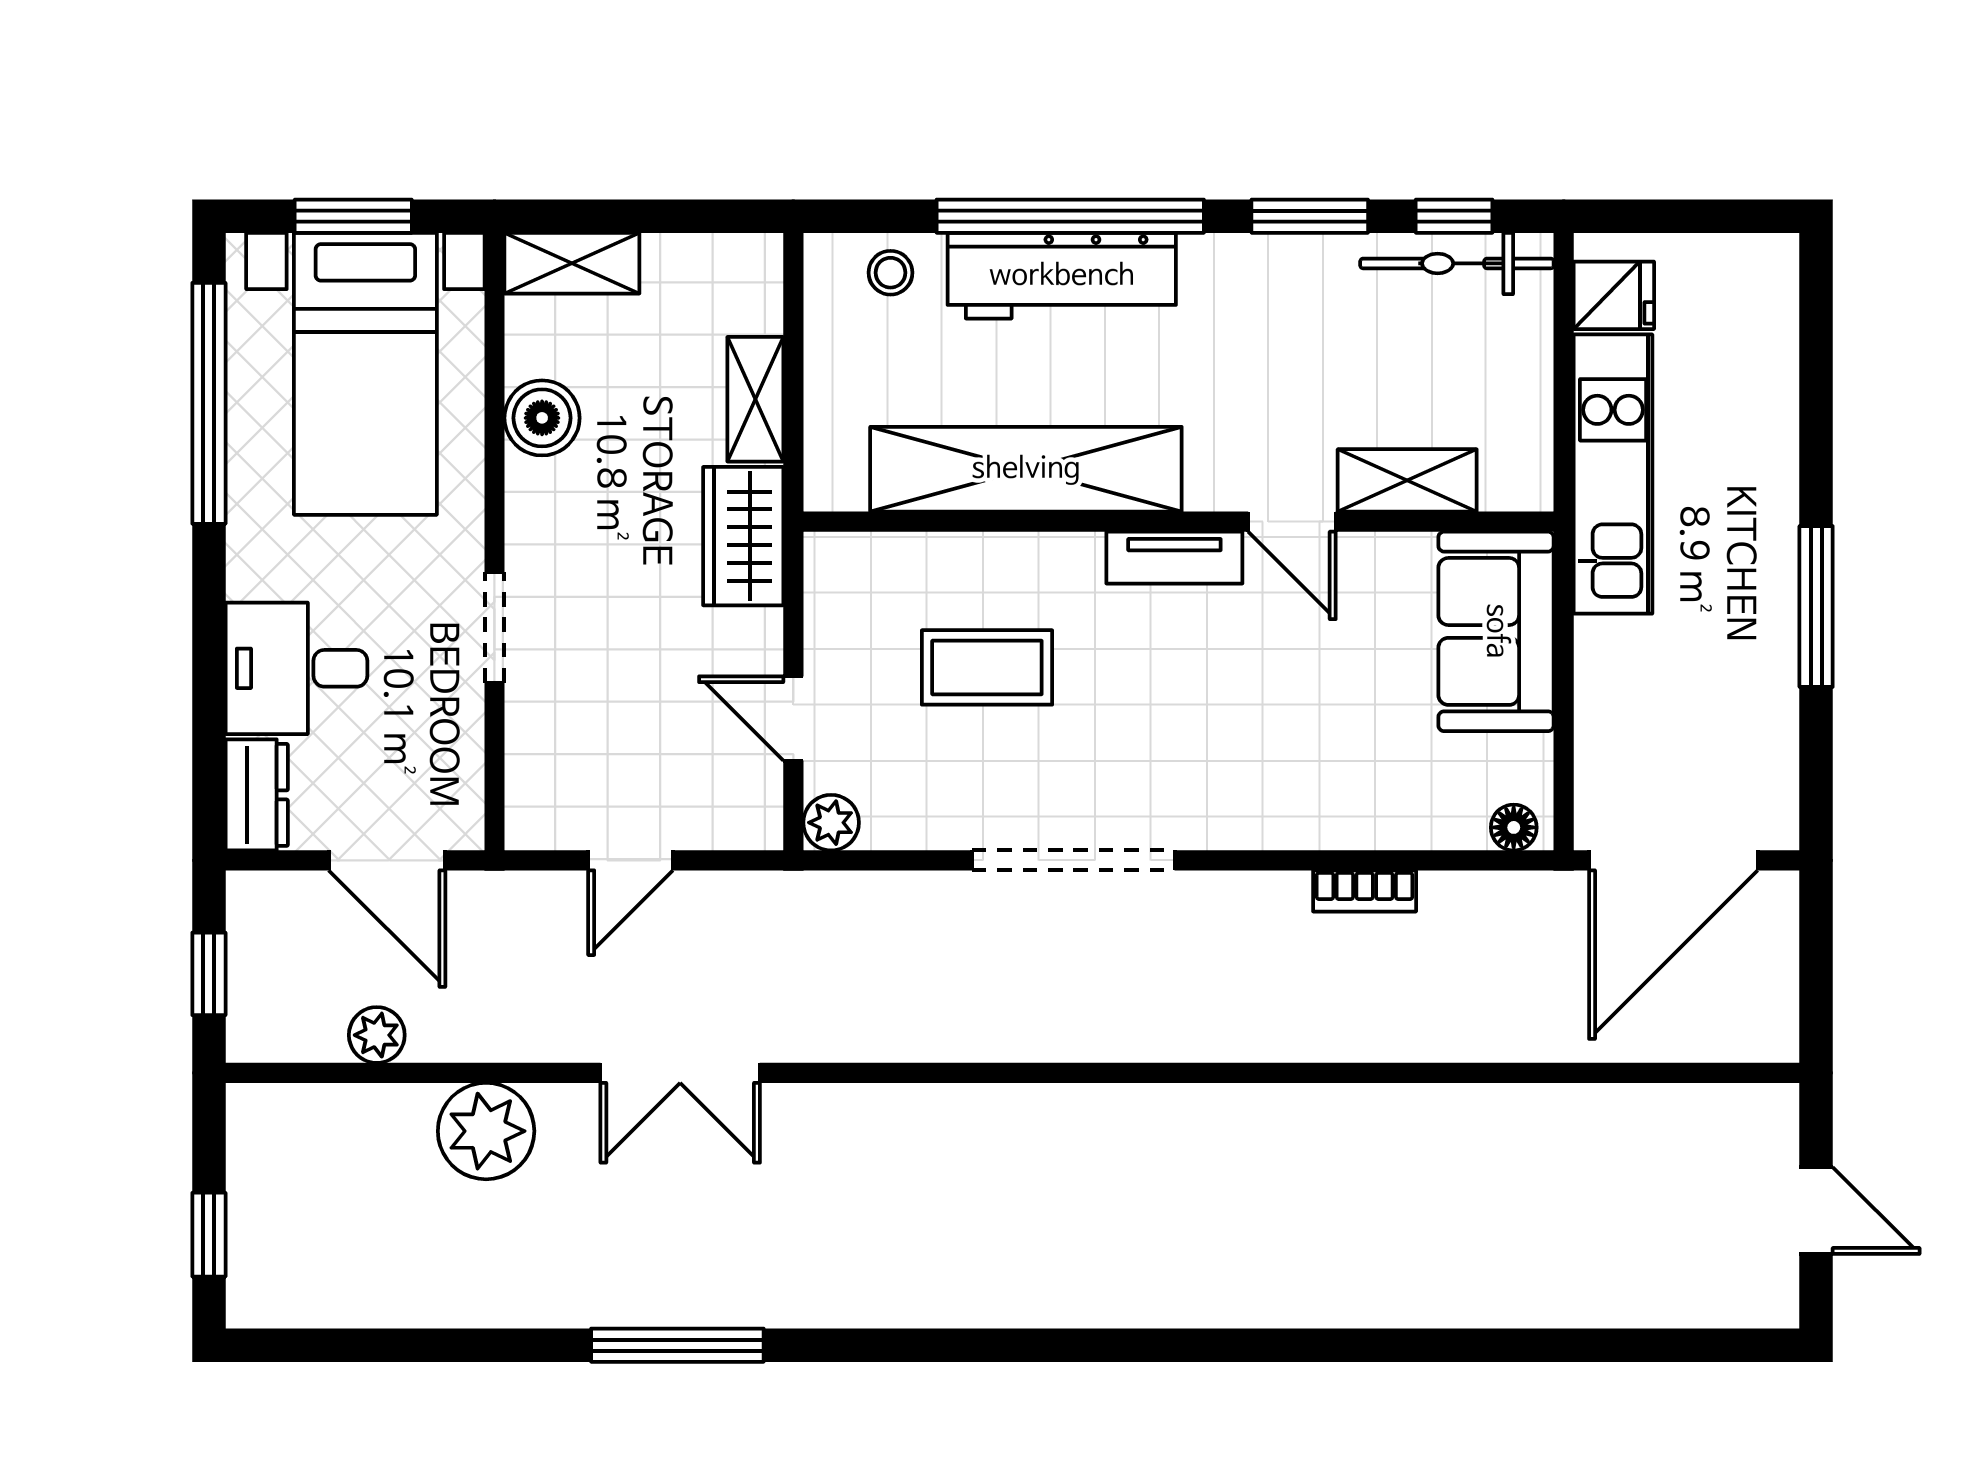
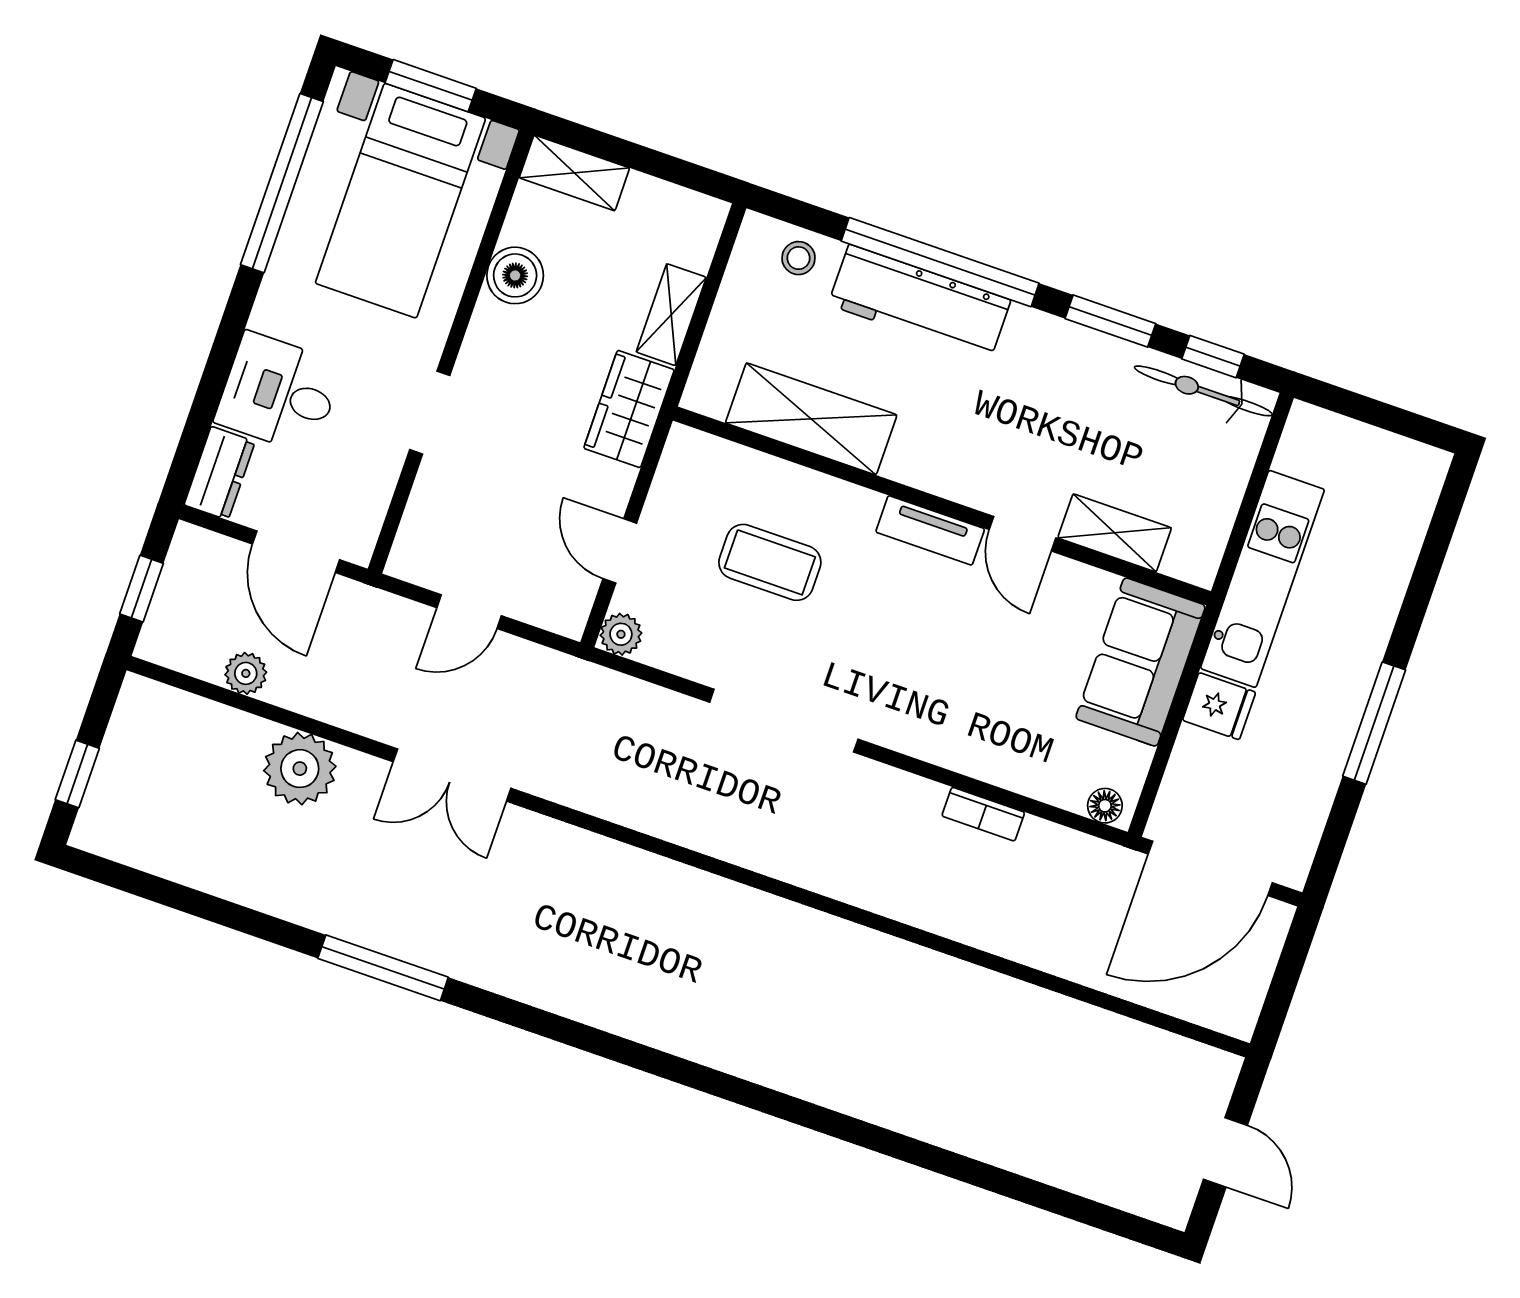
fridge: (1614, 295) -> (1219, 706), moved
shelving: (1026, 469) -> (811, 419), width x0.68

